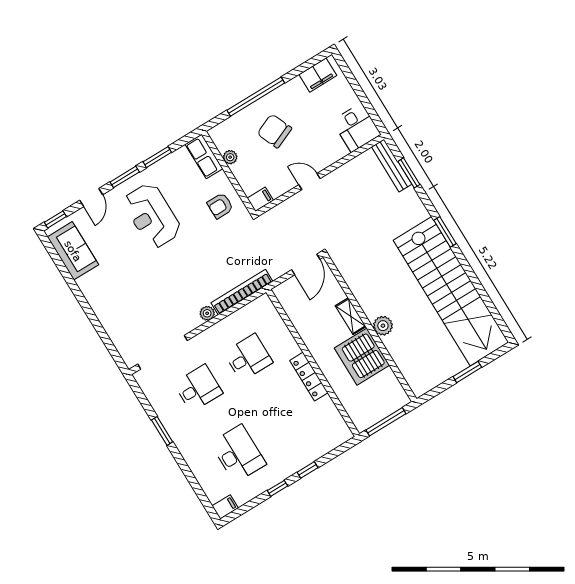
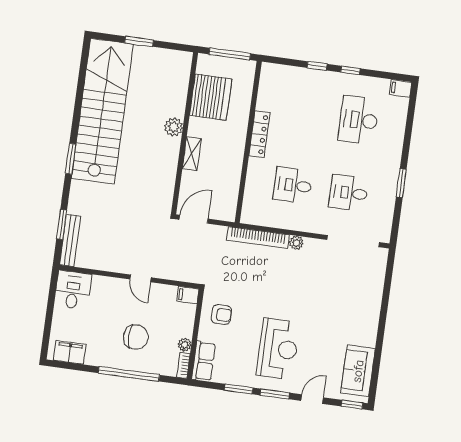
chair: (274, 131) -> (136, 337), turned -67
bookcase: (217, 140) -> (183, 365), added
server rack: (362, 357) -> (211, 97), moved

